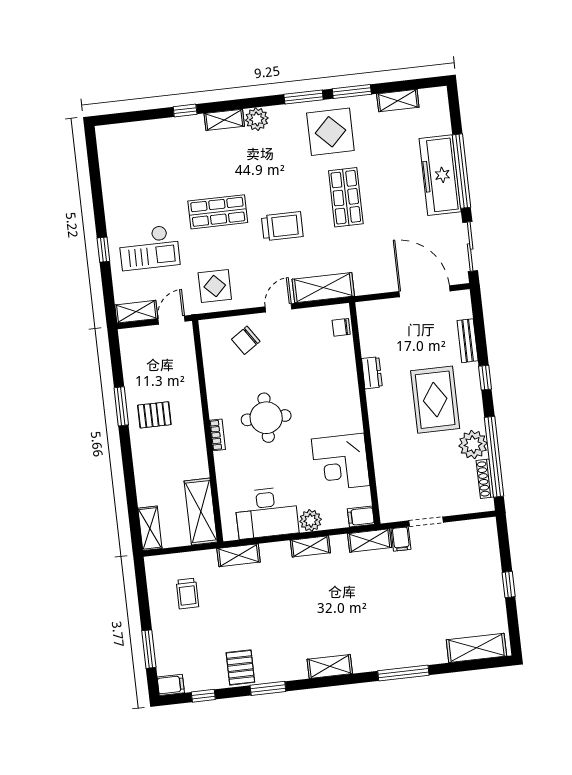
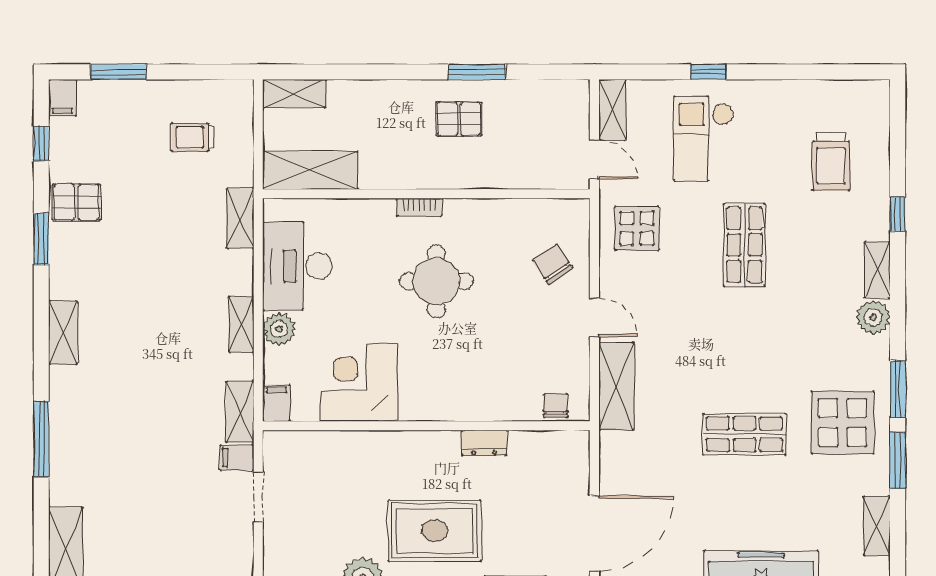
trolley: (282, 226) -> (831, 162), moved
pallet: (154, 415) -> (459, 119), turned 90

